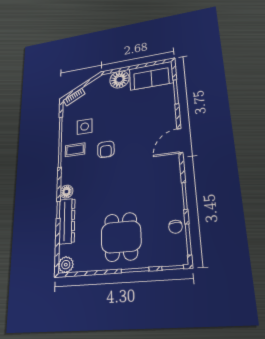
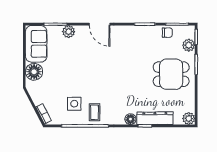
plant: (168, 107) -> (69, 32), added
armchair: (106, 149) -> (98, 85), removed
plant: (160, 258) -> (189, 45), added

